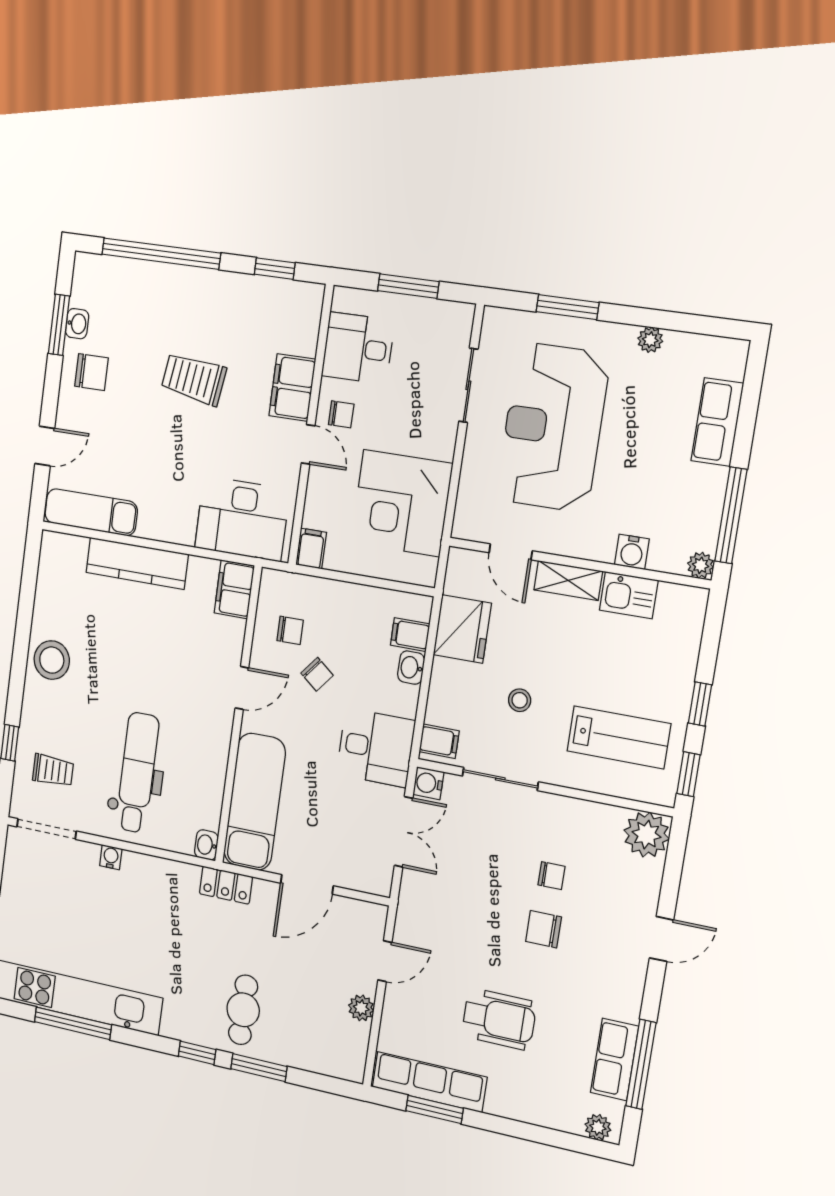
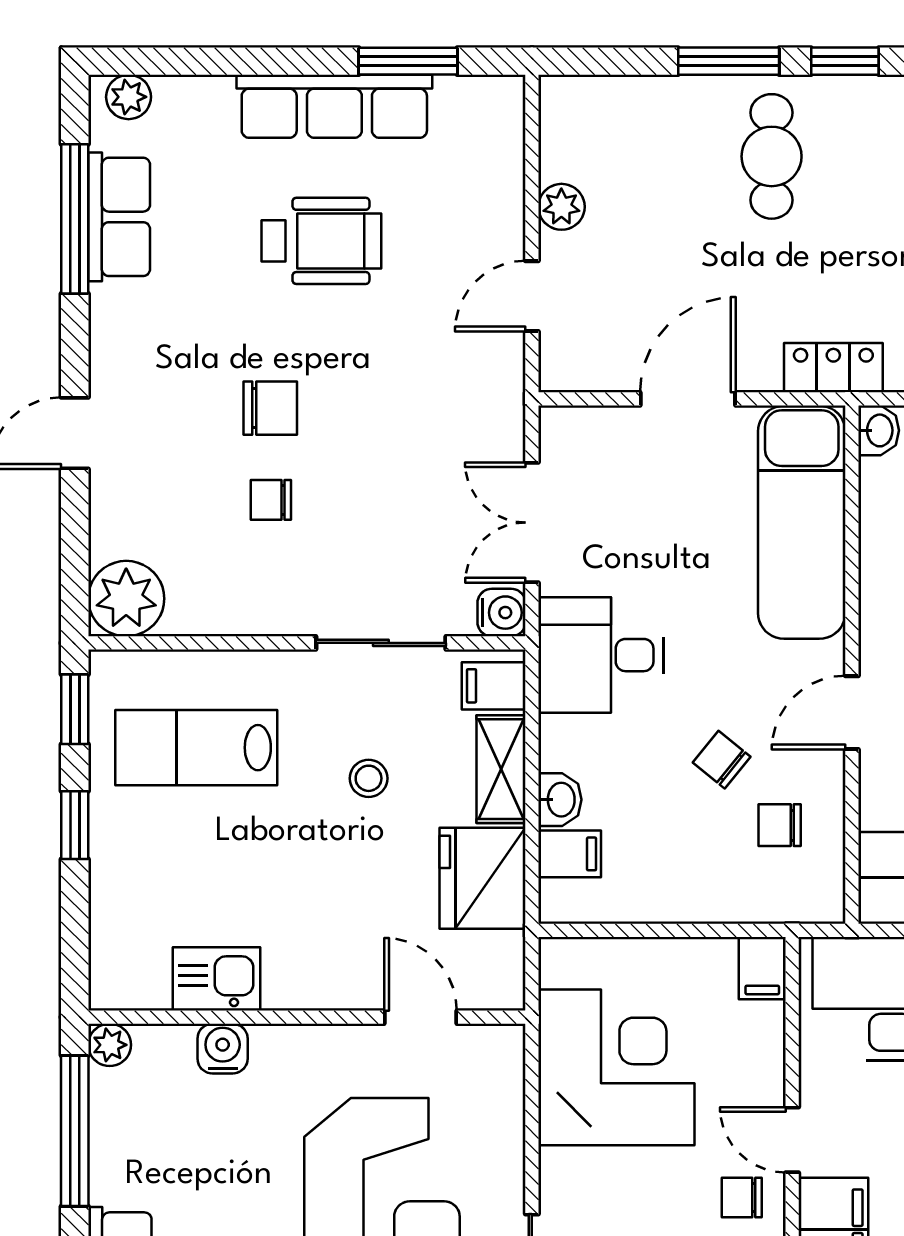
shelving: (568, 580) -> (501, 769), moved, turned 90
wheelchair: (499, 1019) -> (321, 241), turned 180
row of seats: (429, 1082) -> (334, 106), moved

